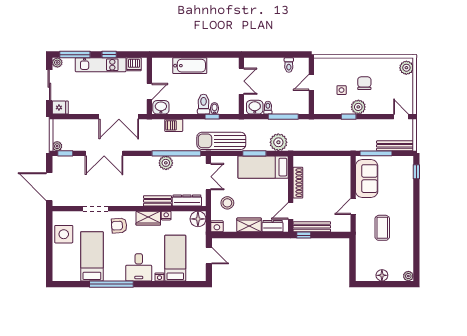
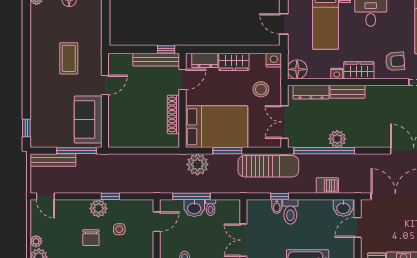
plant: (409, 80) -> (36, 241), added
door: (311, 82) -> (157, 222), moved
washbasin: (255, 107) -> (194, 208), moved
bed: (263, 167) -> (217, 127), width x1.50

